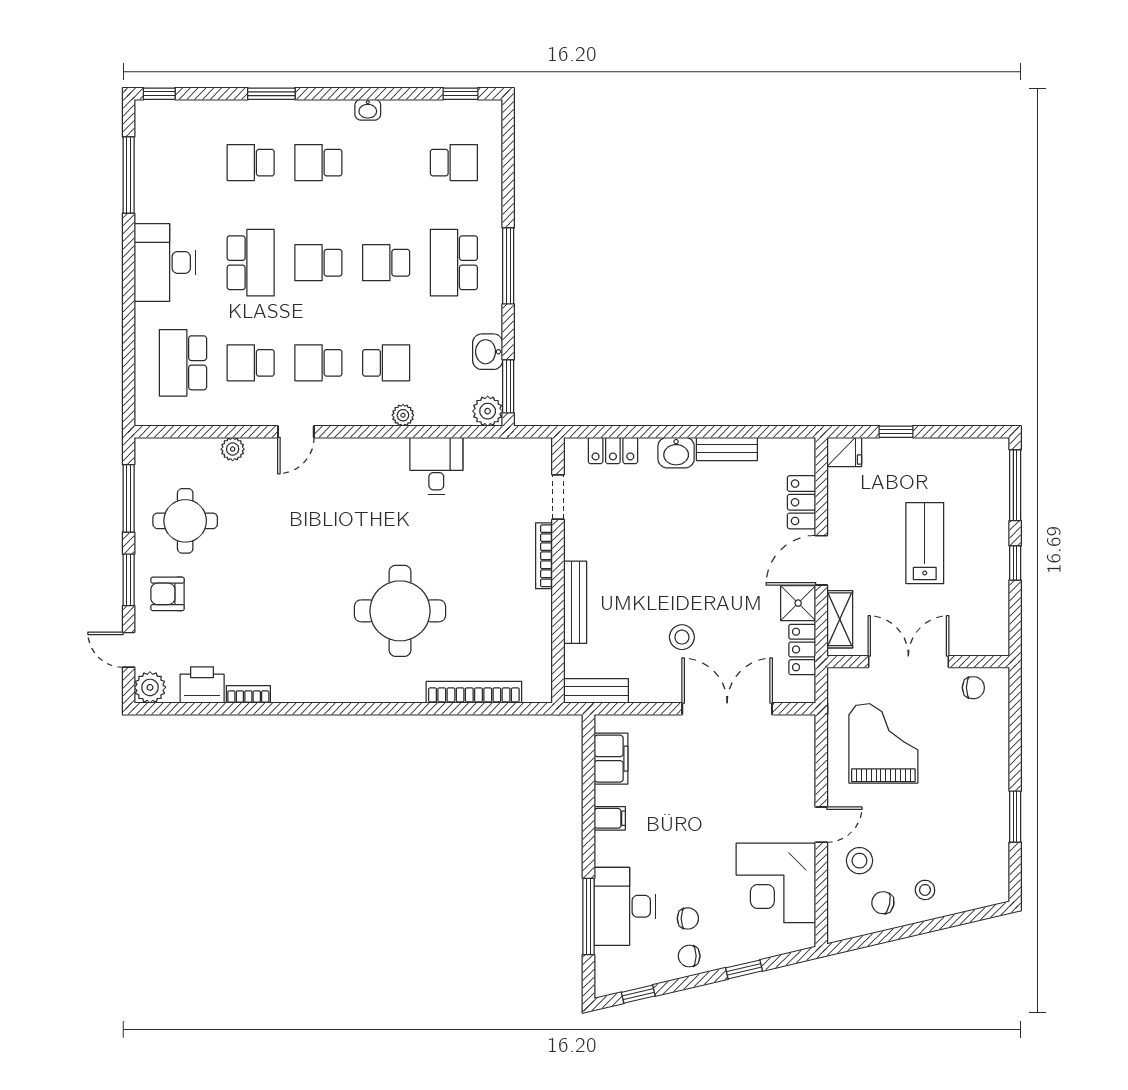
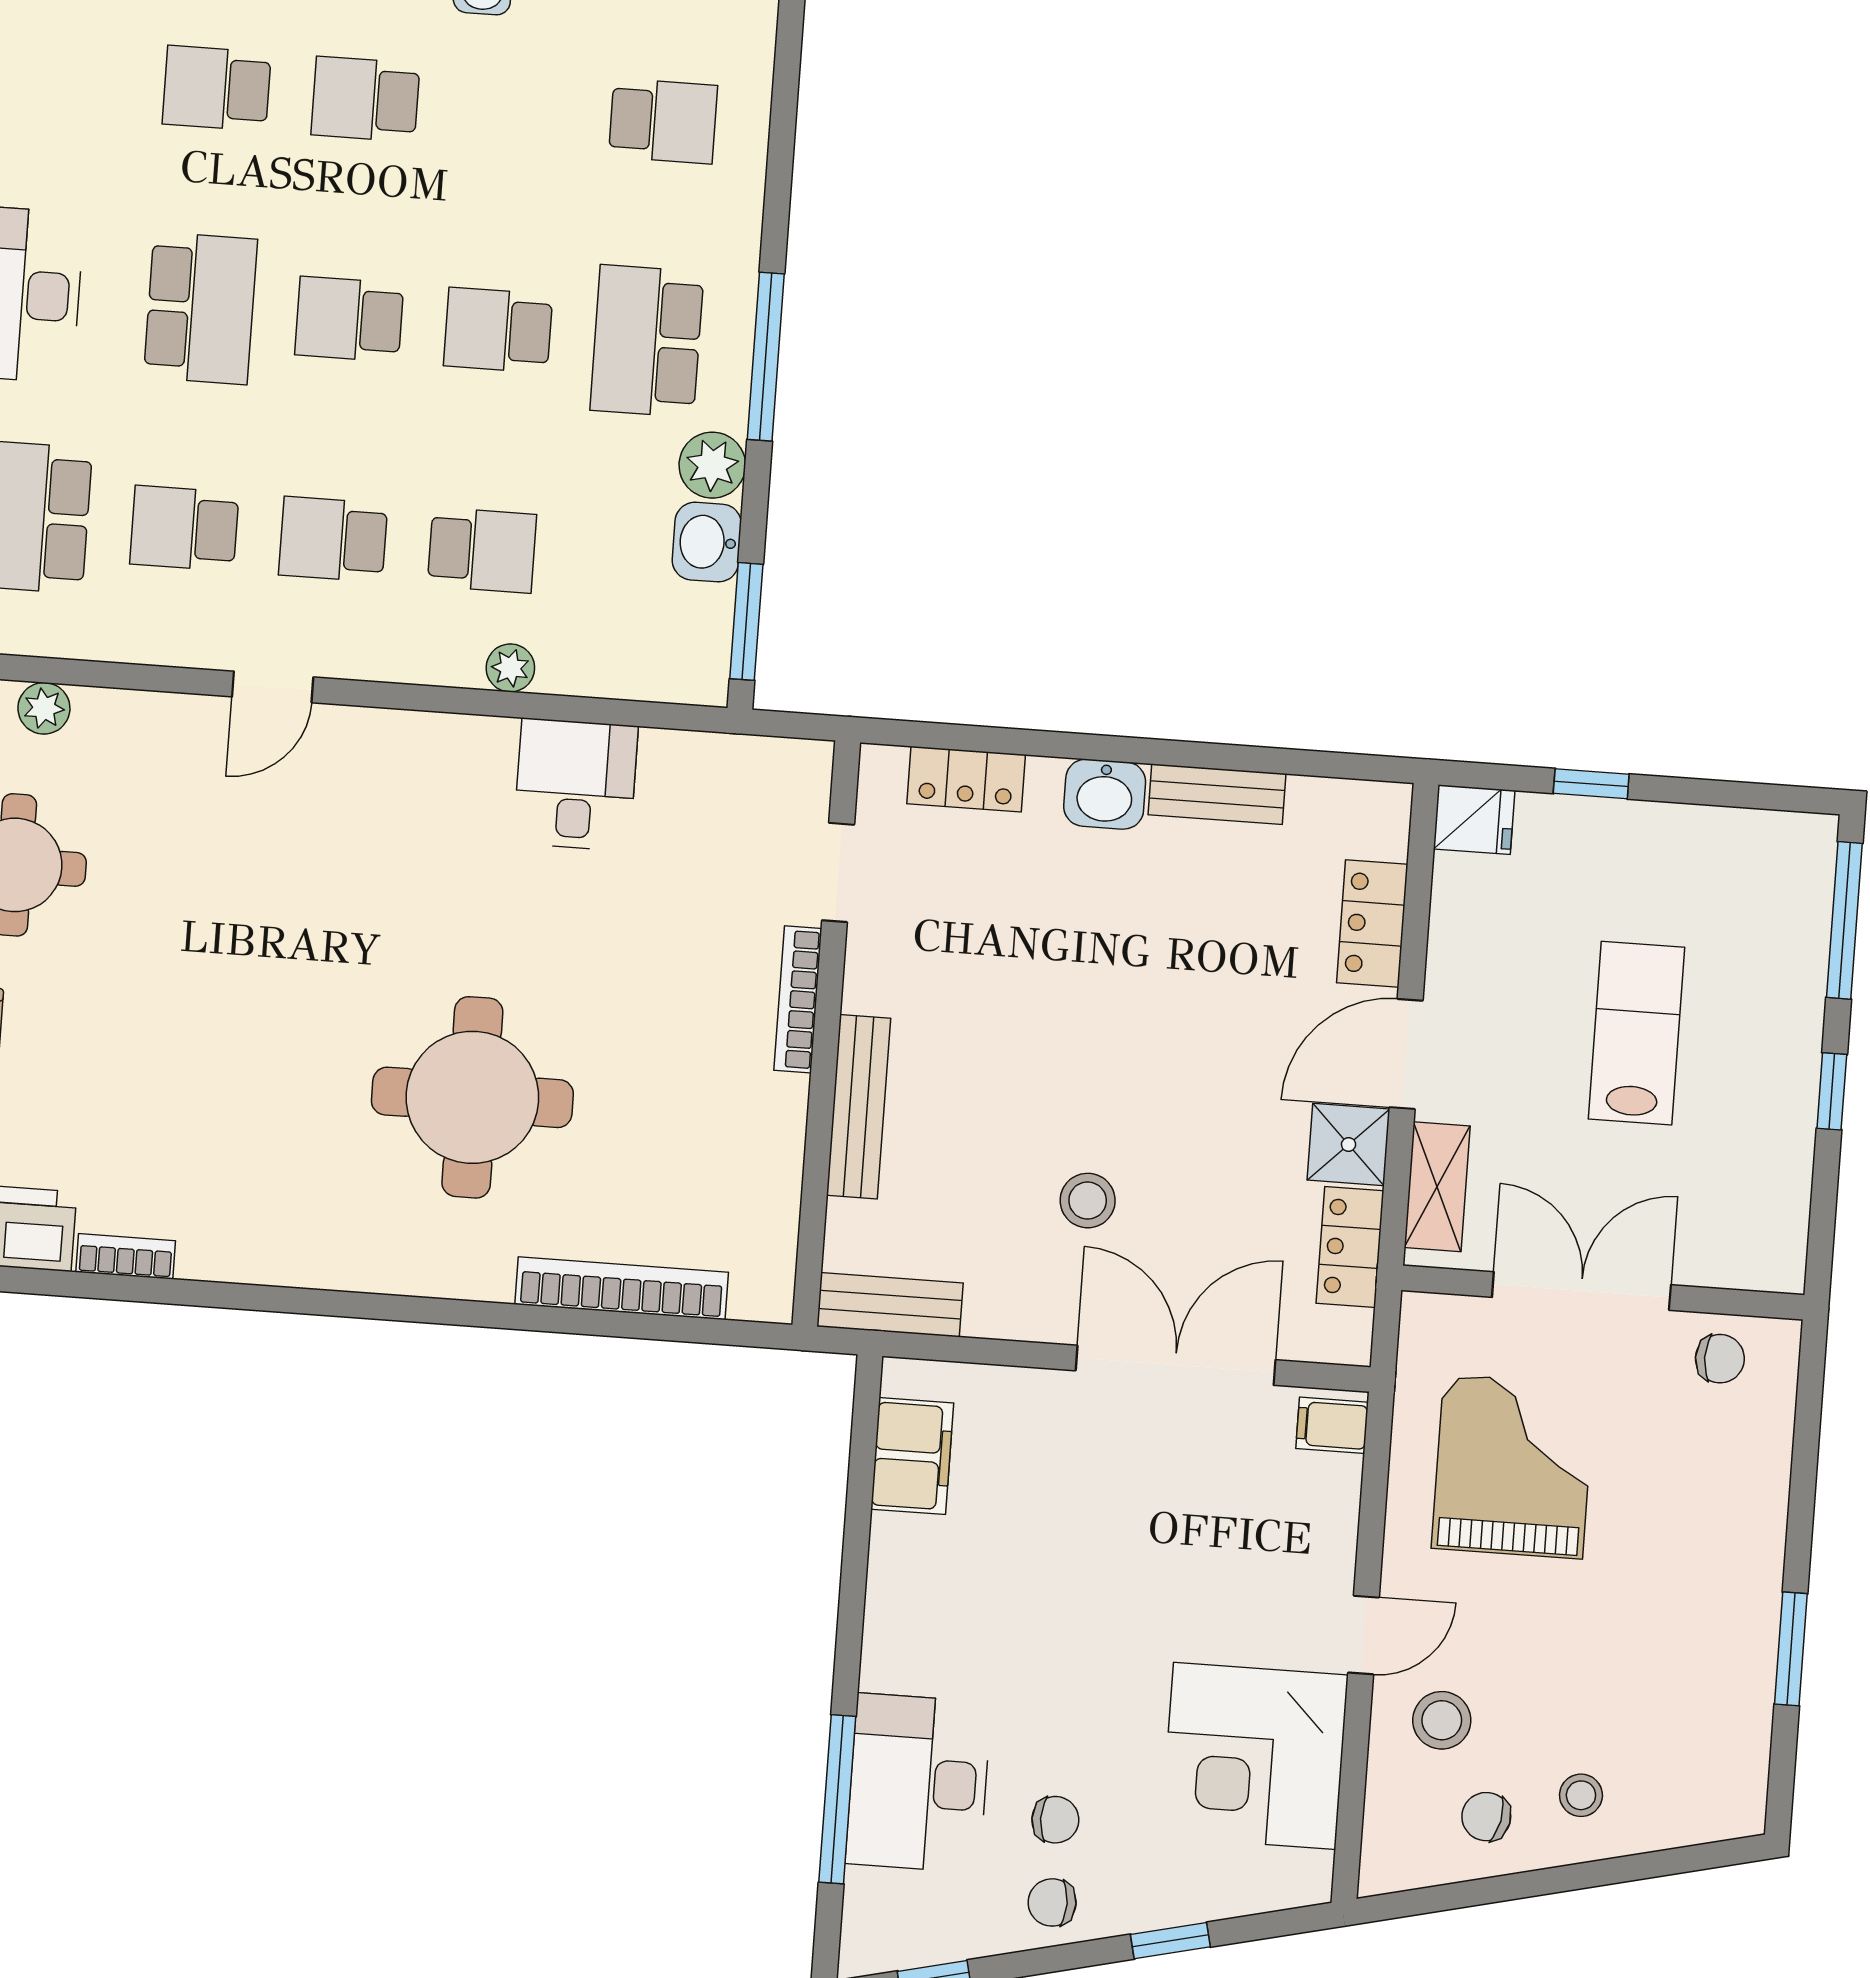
plant: (488, 411) -> (712, 465), moved
plant: (233, 449) -> (44, 708), moved
filing cabinet: (610, 818) -> (1332, 1425), moved, turned 180

